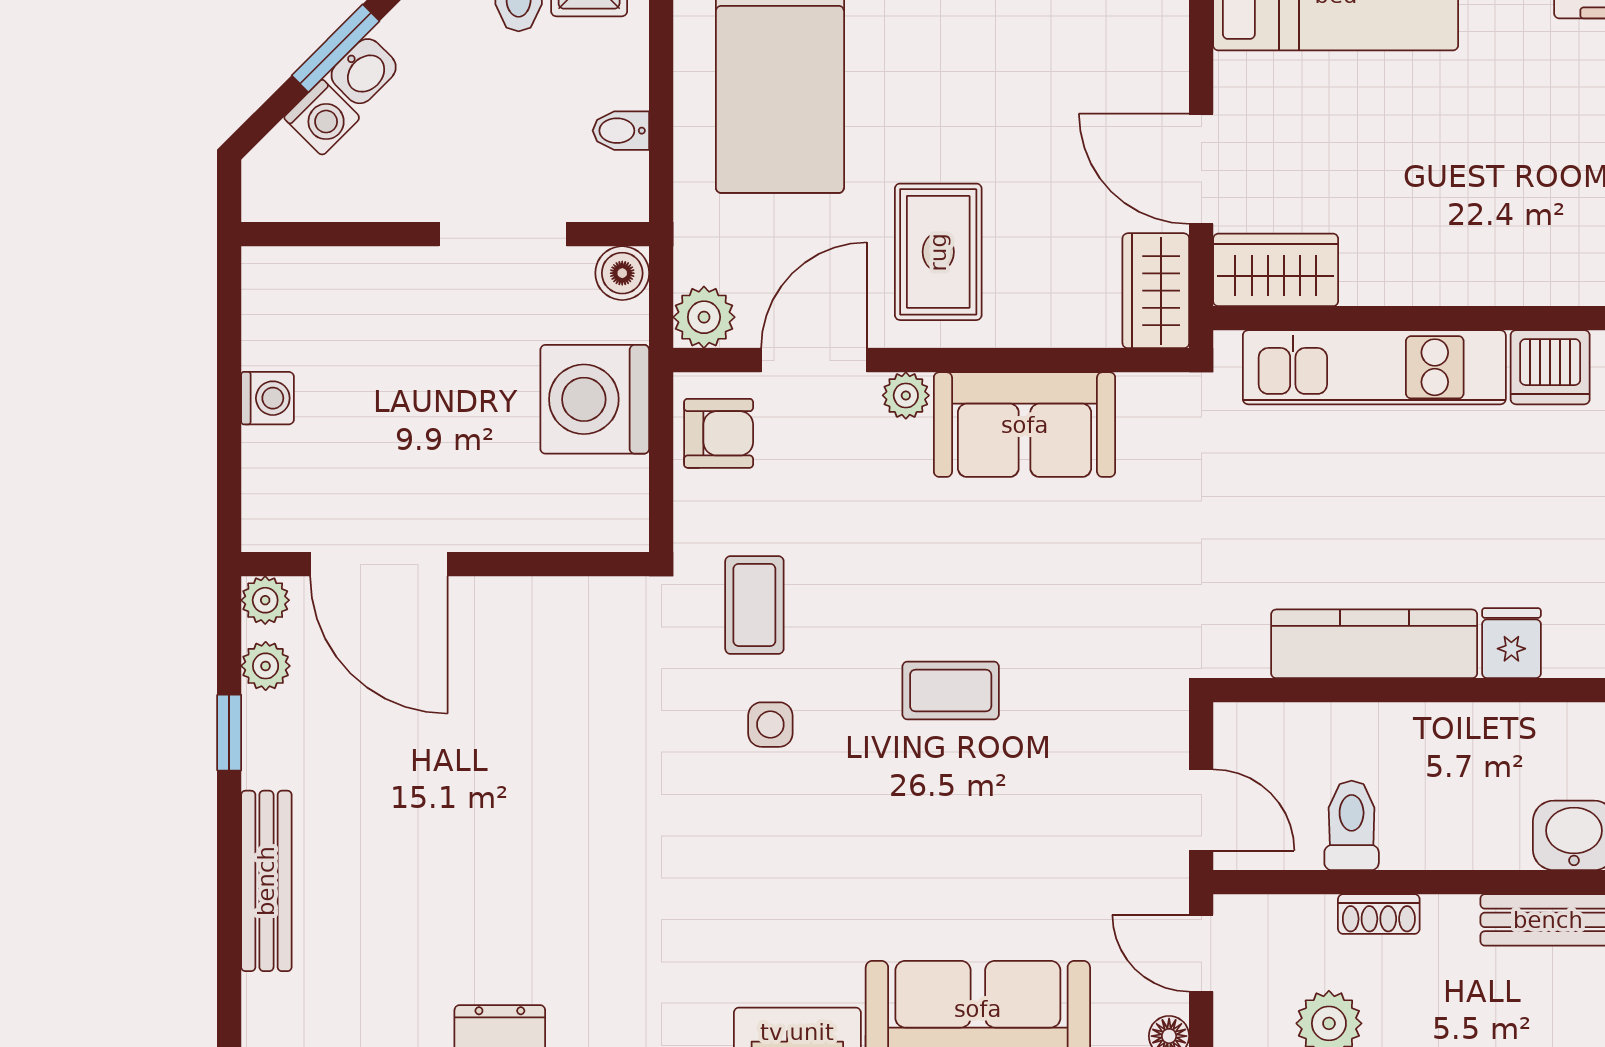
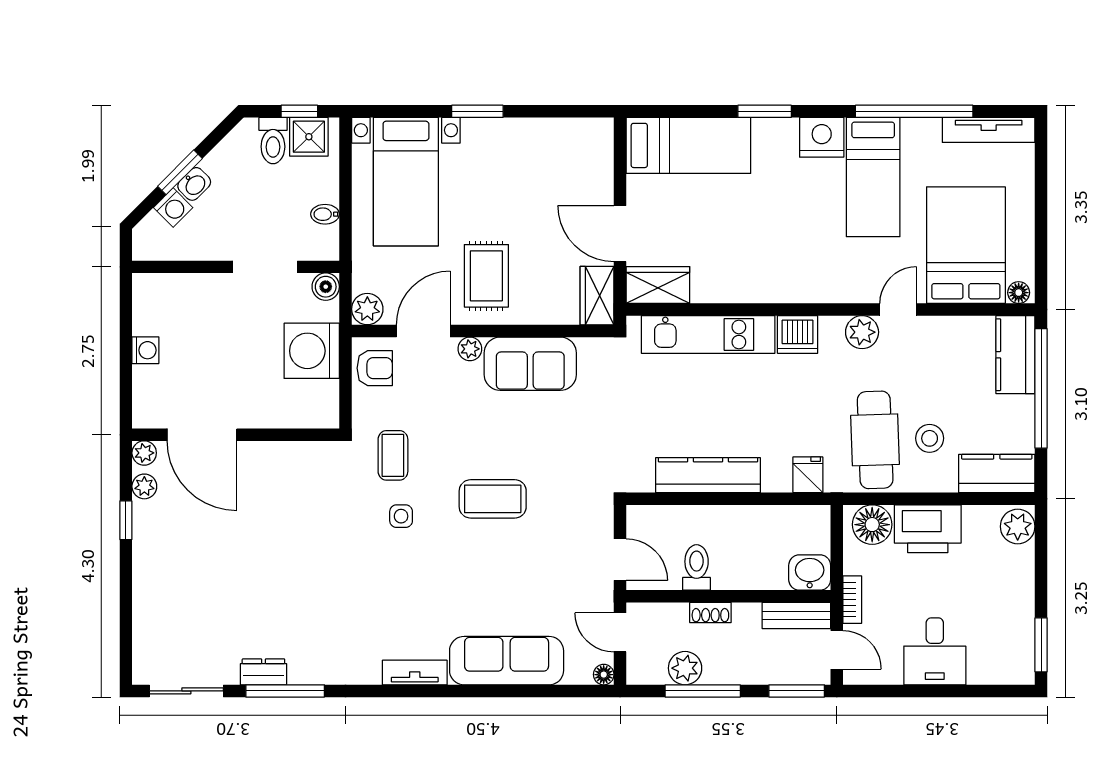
fridge: (1511, 643) -> (808, 475), moved
coffee table: (951, 691) -> (493, 499), width x1.36, depth x1.30
bench: (266, 881) -> (145, 596), removed

